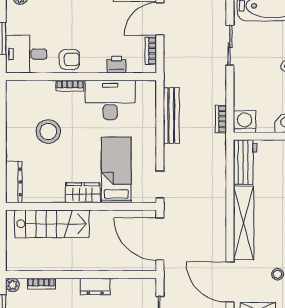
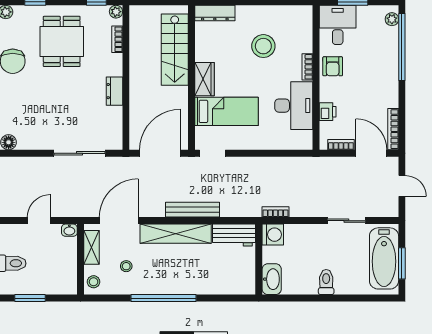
bench: (171, 115) -> (193, 210), moved

